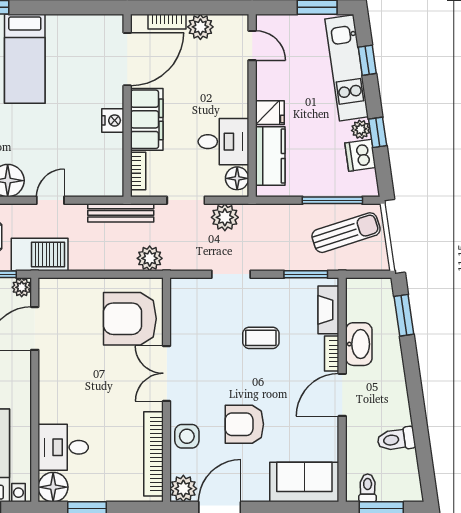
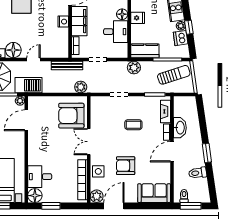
kitchen counter: (270, 156) -> (145, 51), moved, turned -90
floor lamp: (237, 178) -> (122, 14), moved
plant: (225, 217) -> (134, 68), moved
window: (404, 315) -> (207, 153), moved

